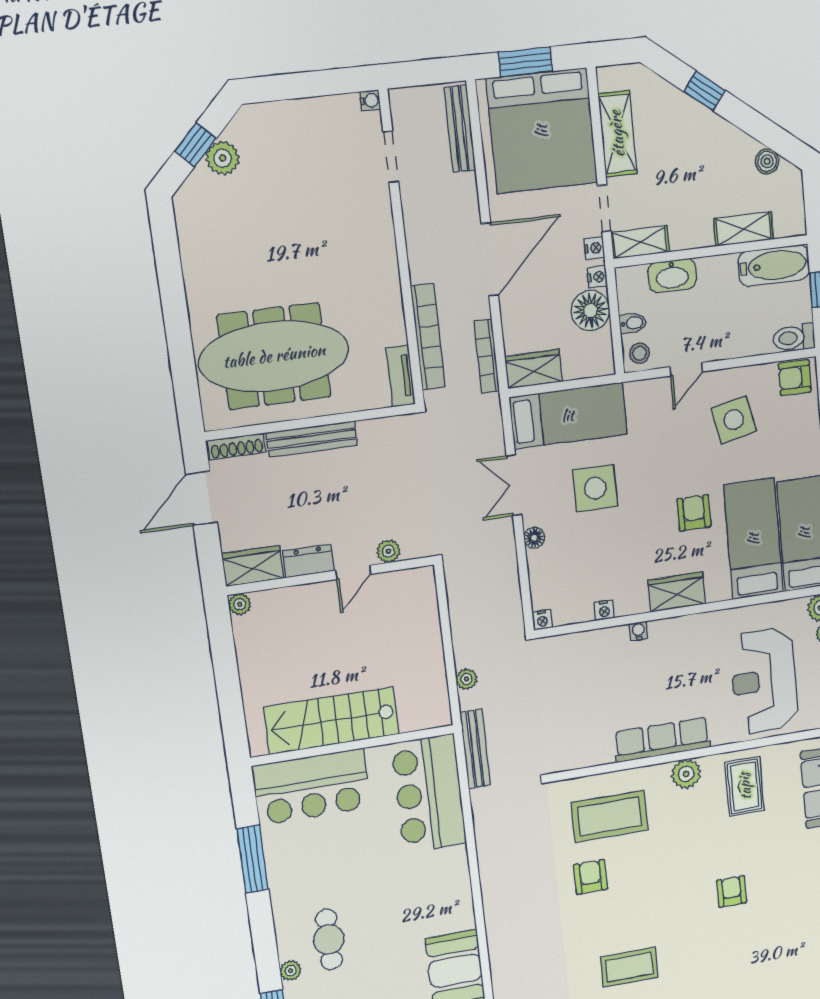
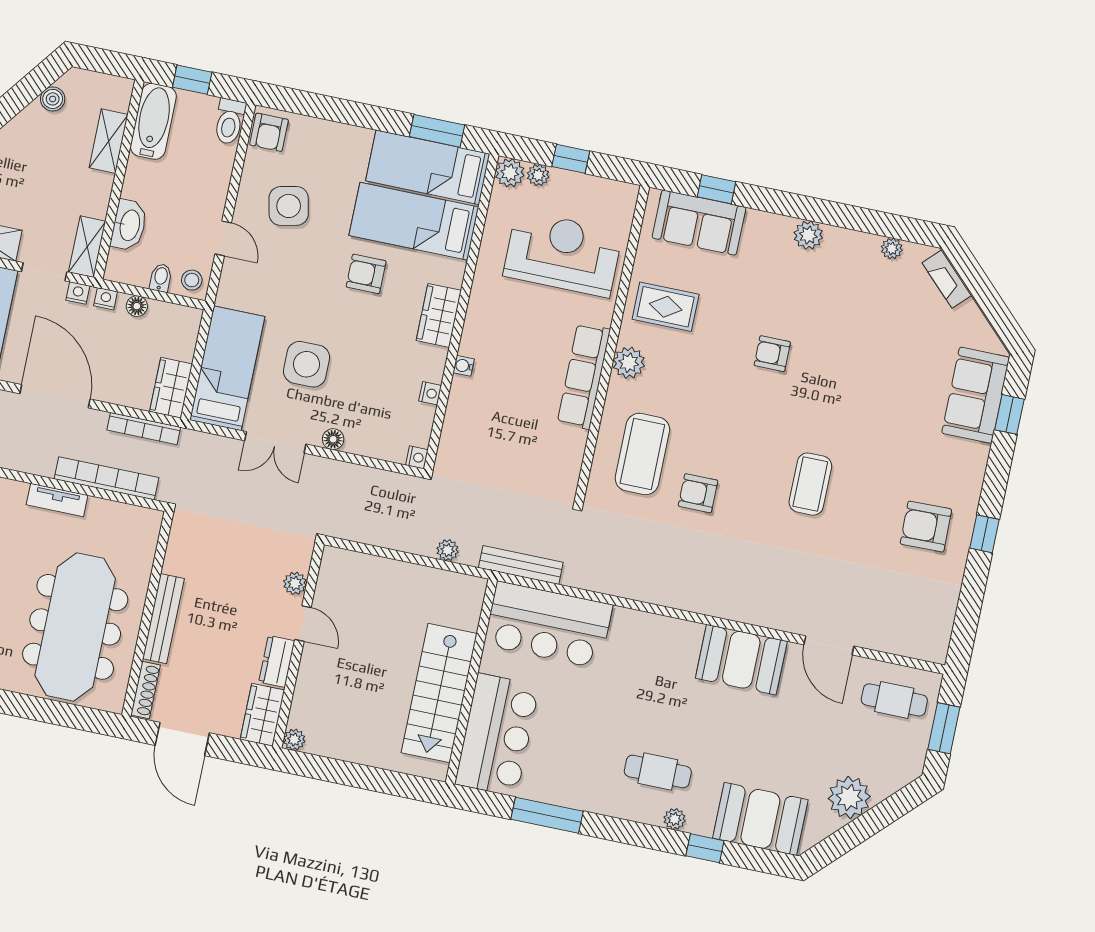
floor lamp: (590, 311) -> (137, 306), width x0.53, depth x0.53
tv unit: (401, 376) -> (57, 500), moved
reception desk: (764, 681) -> (563, 254), turned 180

